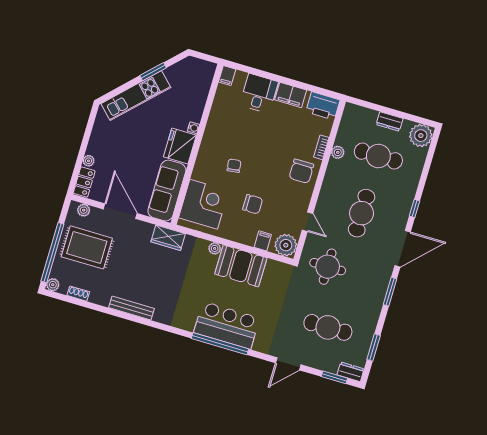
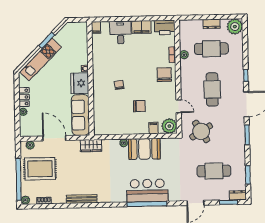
chair: (301, 171) -> (164, 75), turned 180
locker: (84, 182) -> (24, 97), moved
corner desk: (204, 204) -> (107, 116), removed
round table: (328, 267) -> (201, 131), turned -32

